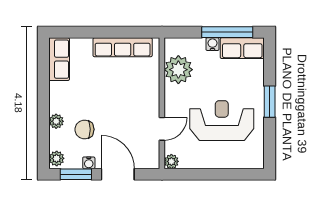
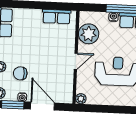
row of seats: (123, 47) -> (57, 17), width x0.68
door: (162, 129) -> (76, 61), moved

